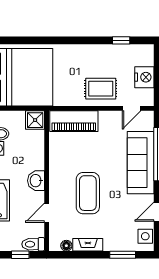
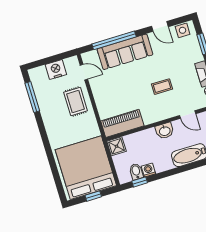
window: (121, 40) -> (32, 97), width x2.17
piano: (74, 121) -> (122, 123), moved, turned -90
coffee table: (88, 193) -> (162, 87), width x0.54, depth x0.58

